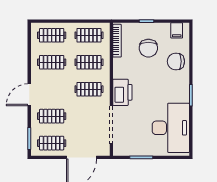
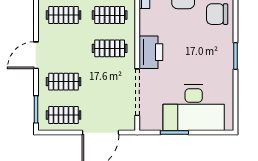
desk: (171, 128) -> (194, 108), moved, turned 90

